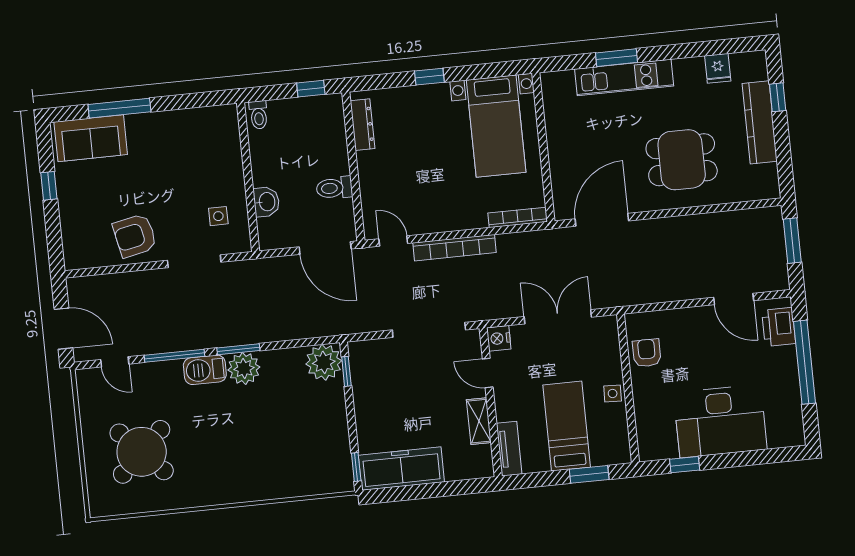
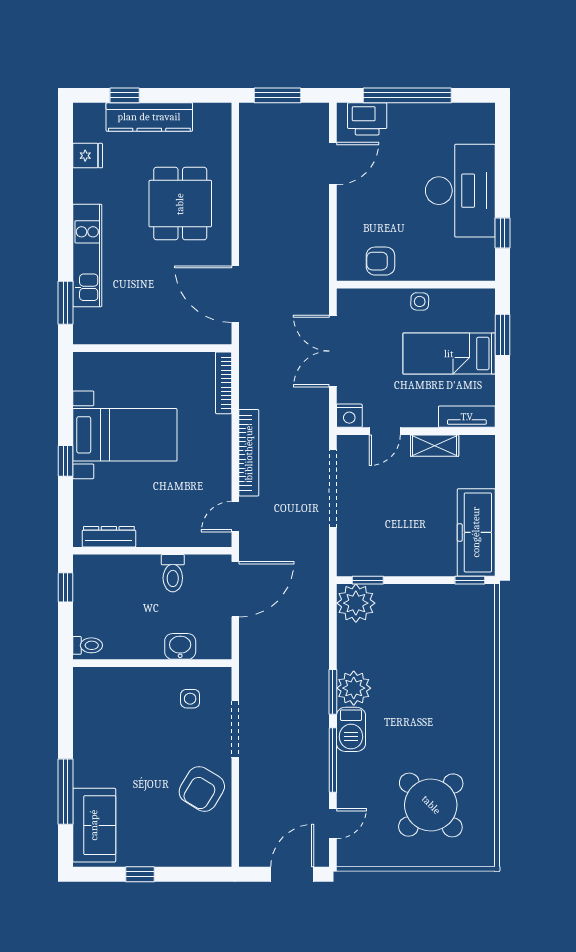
window: (616, 58) -> (65, 303), moved
bed with nightstands: (496, 126) -> (125, 435), moved
armchair: (135, 236) -> (202, 789), turned 43

